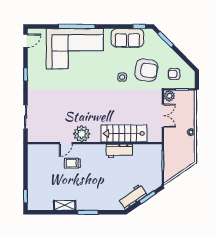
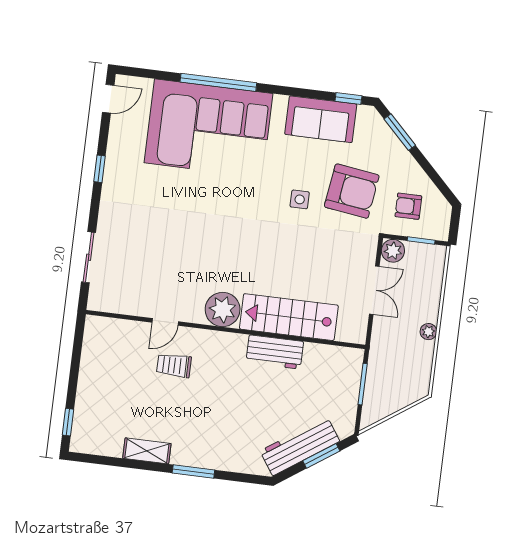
plant: (82, 134) -> (223, 310), moved
workbench: (133, 197) -> (300, 446), width x1.38

